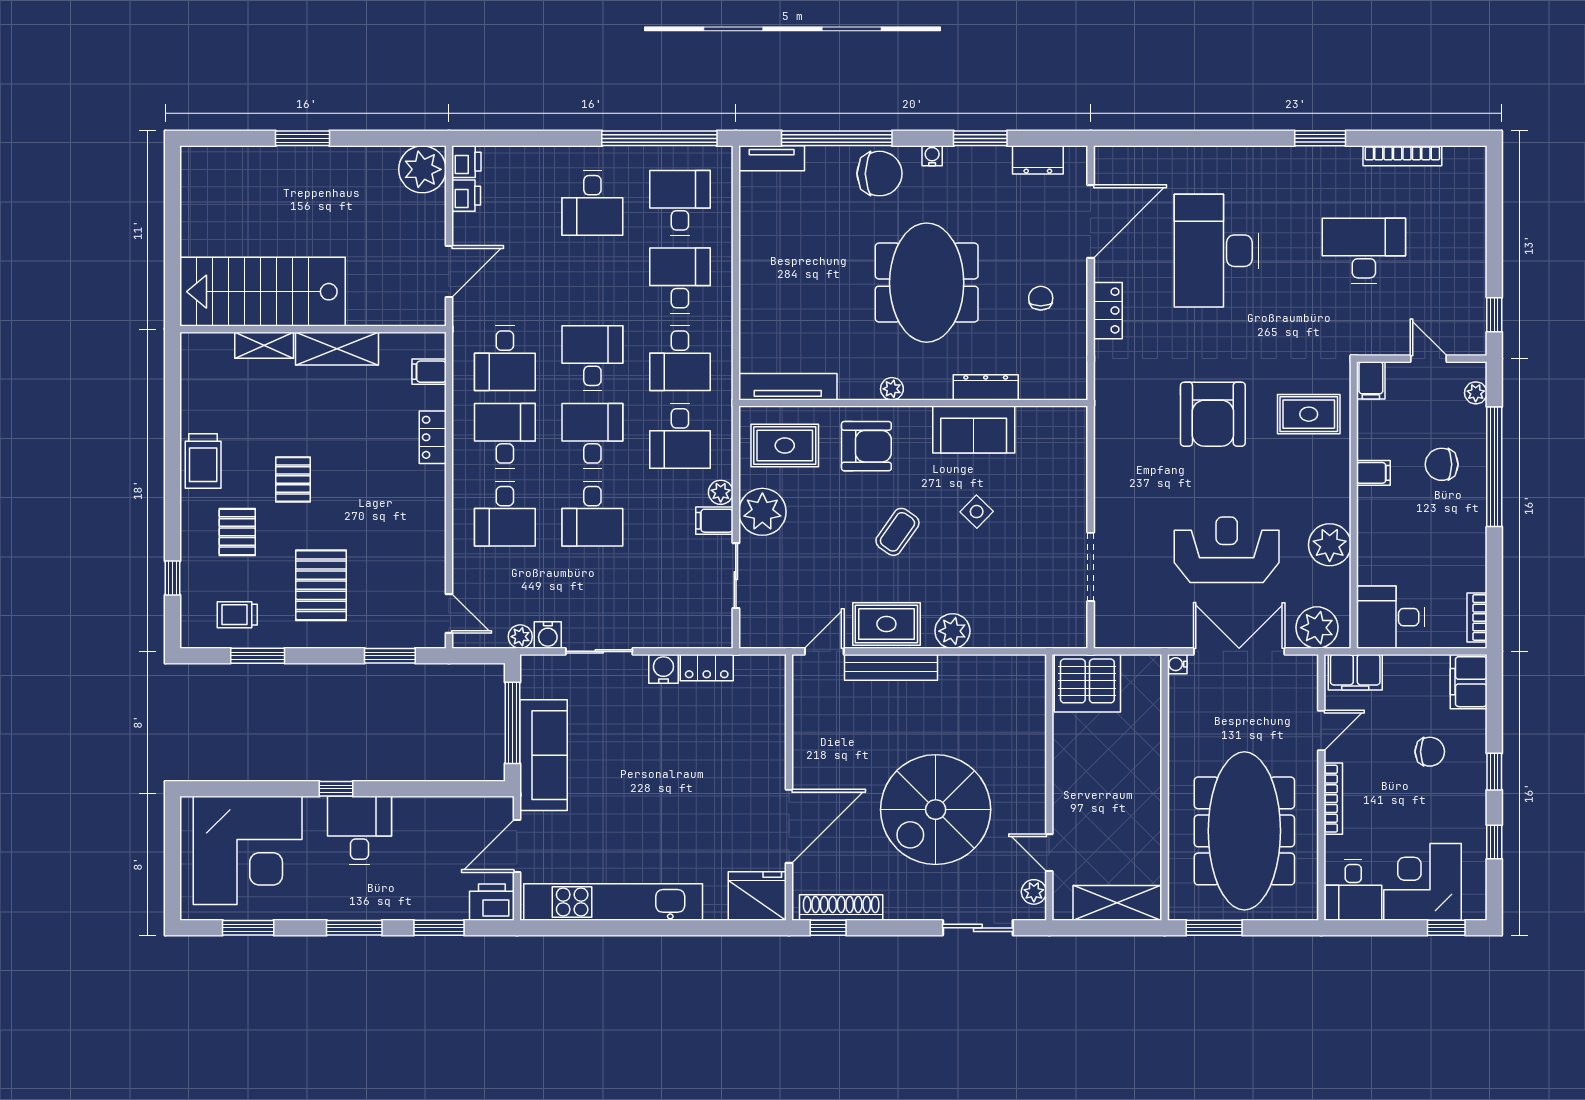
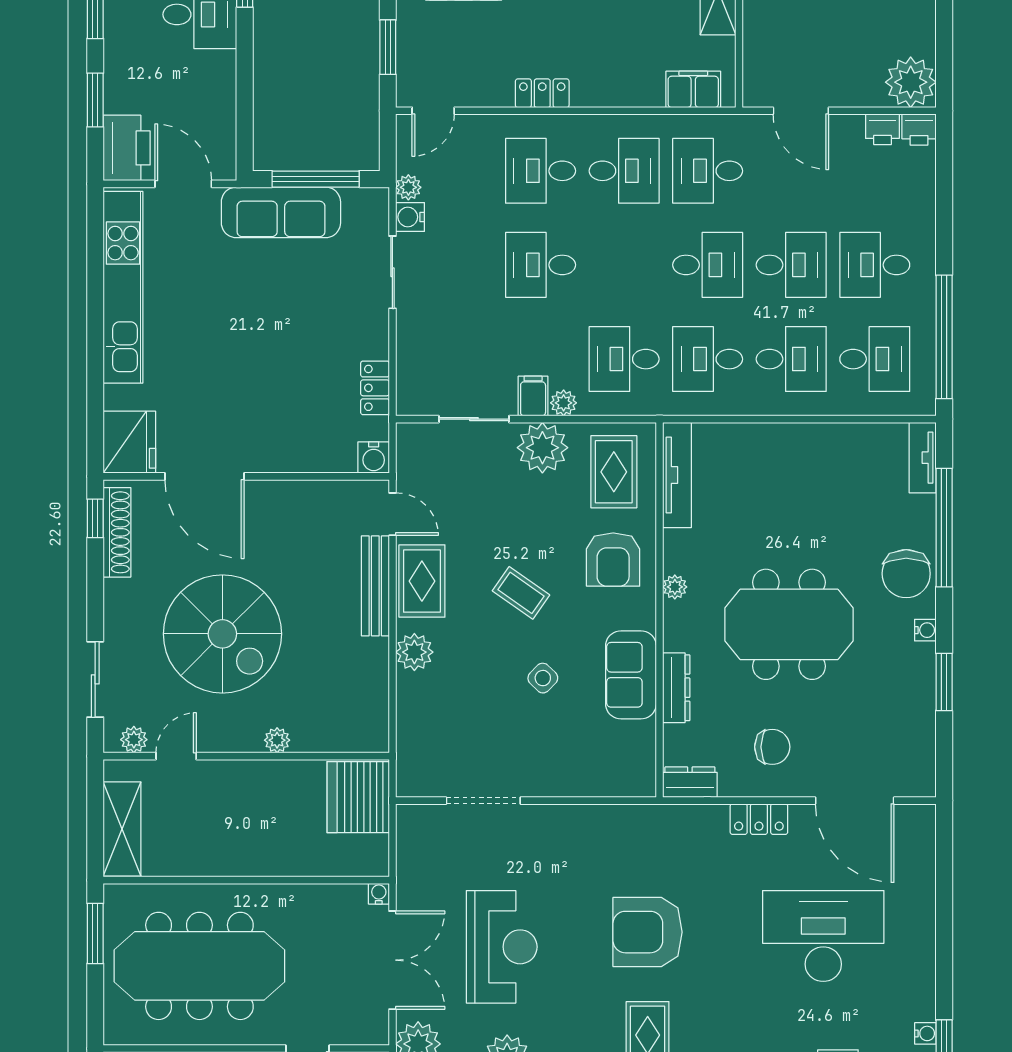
water cooler: (1307, 156) -> (925, 1033), added
dresser: (1038, 160) -> (690, 782), moved, turned 90
chair: (1041, 298) -> (772, 747), width x1.37, depth x1.37
filing cabinet: (429, 372) -> (693, 89), width x2.00
desk: (592, 436) -> (791, 265), moved
locker: (433, 437) -> (542, 93), moved
water cooler: (663, 669) -> (374, 457), moved, turned 90
plant: (1034, 759) -> (277, 740), added
spiral stairs: (936, 810) -> (222, 634), turned 180
printer: (492, 902) -> (127, 148), width x1.37, depth x1.19

